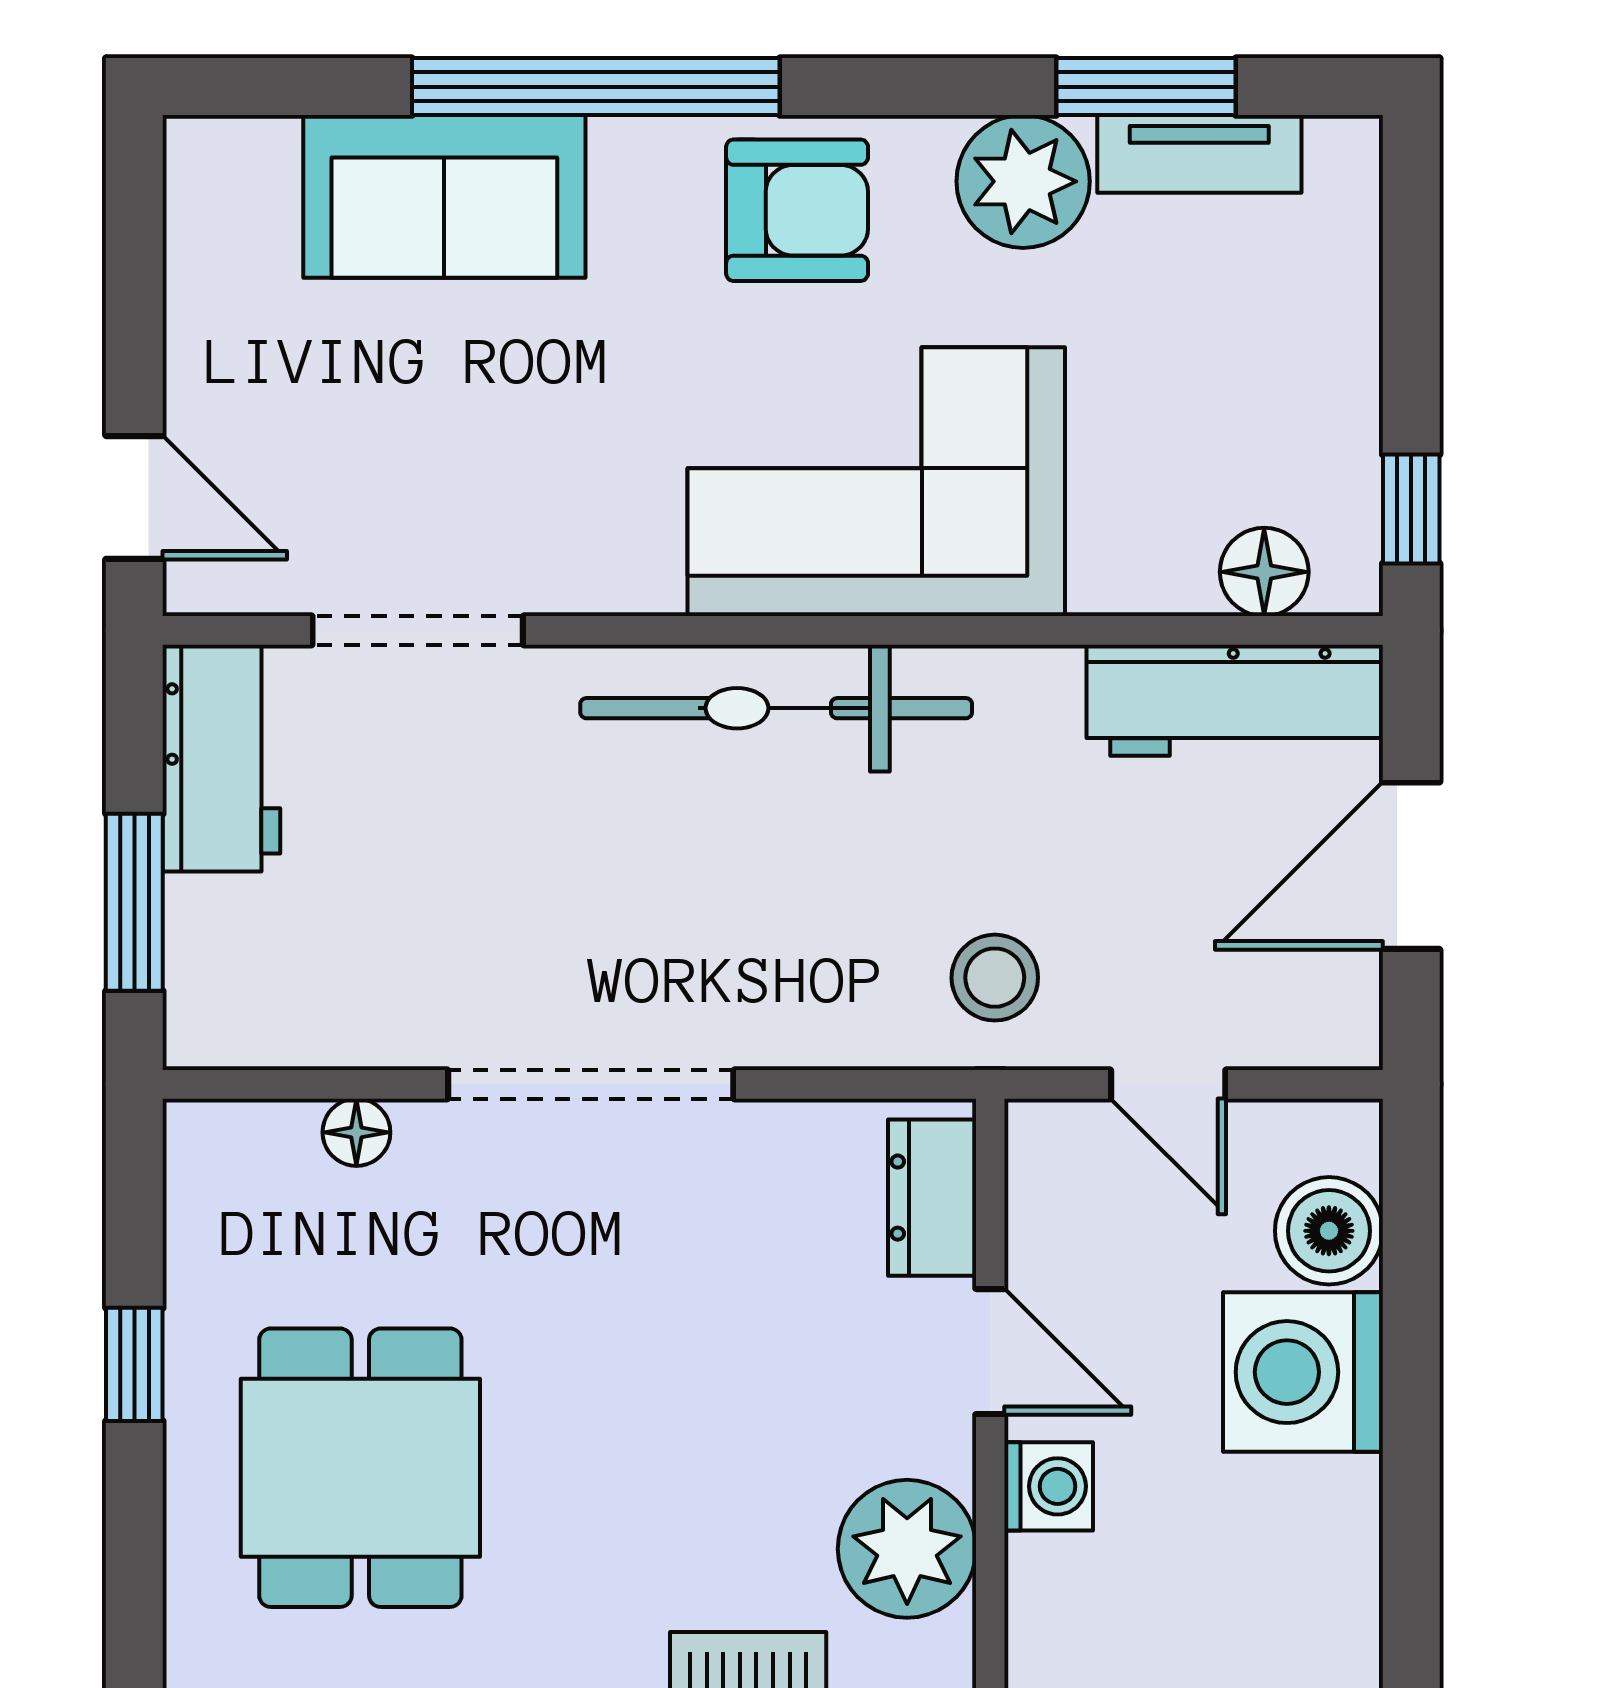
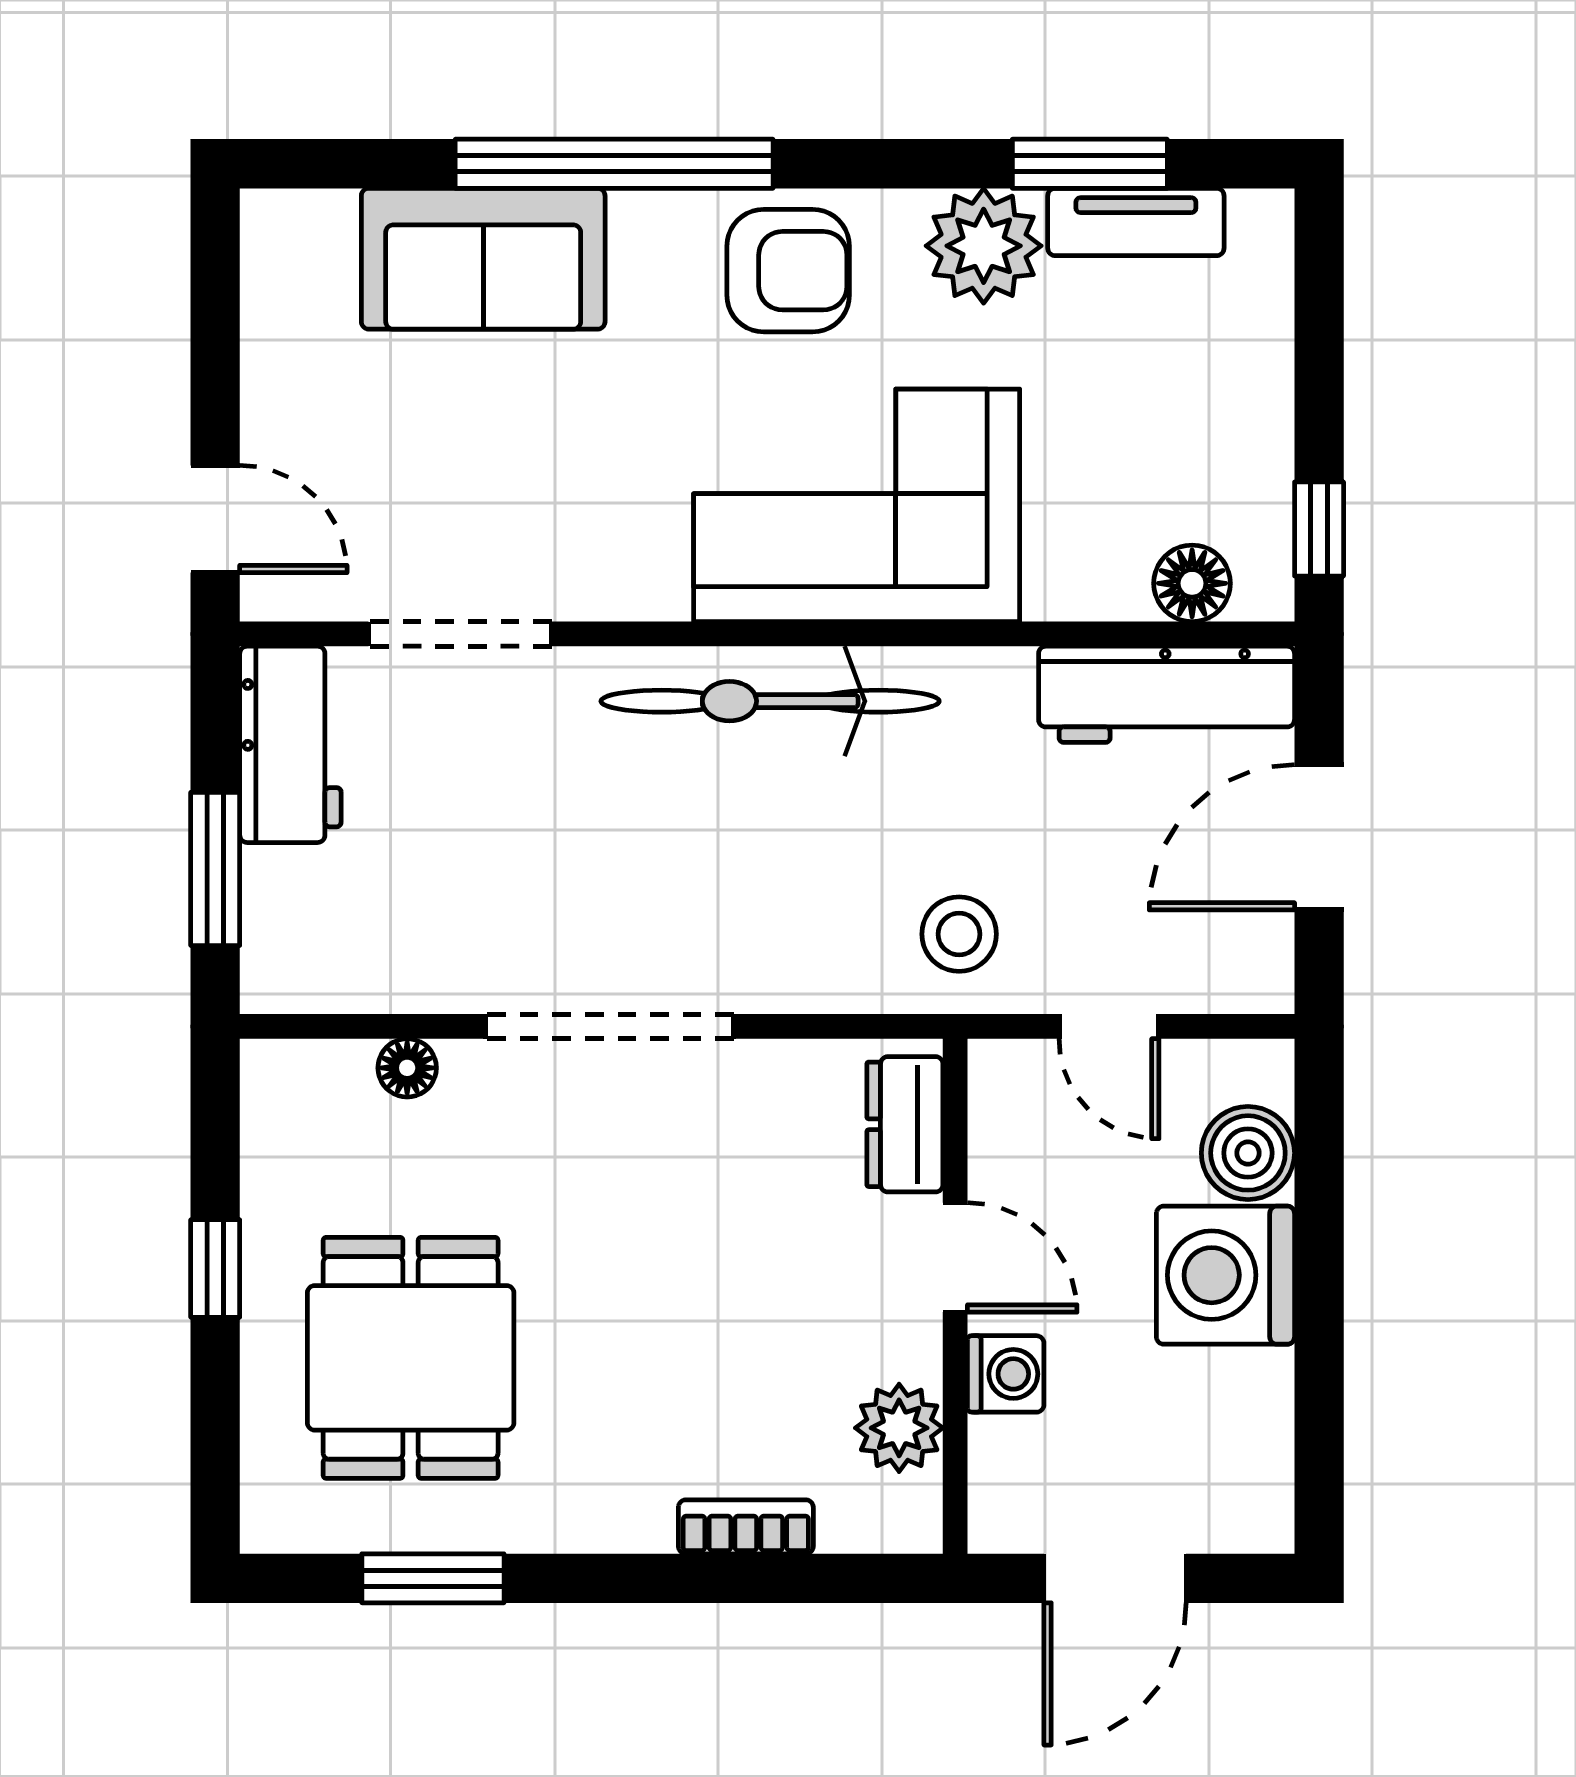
plant: (907, 1549) -> (899, 1428), width x0.73, depth x0.73

